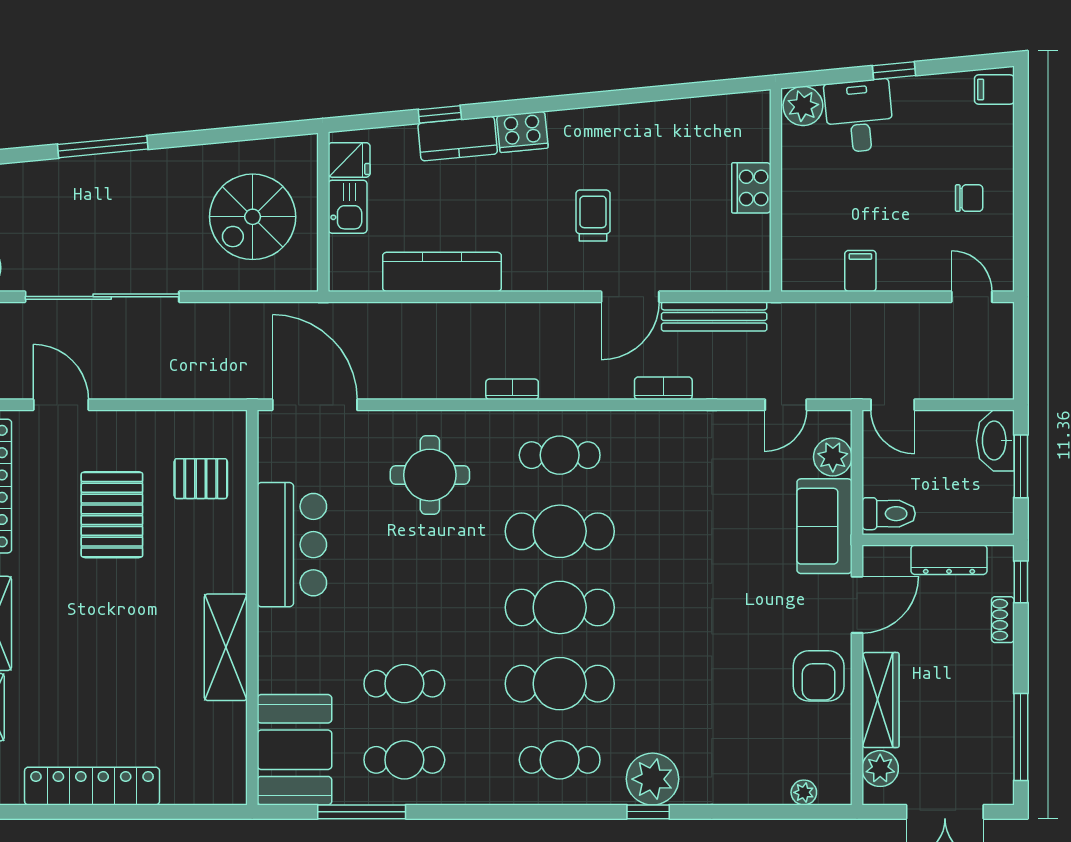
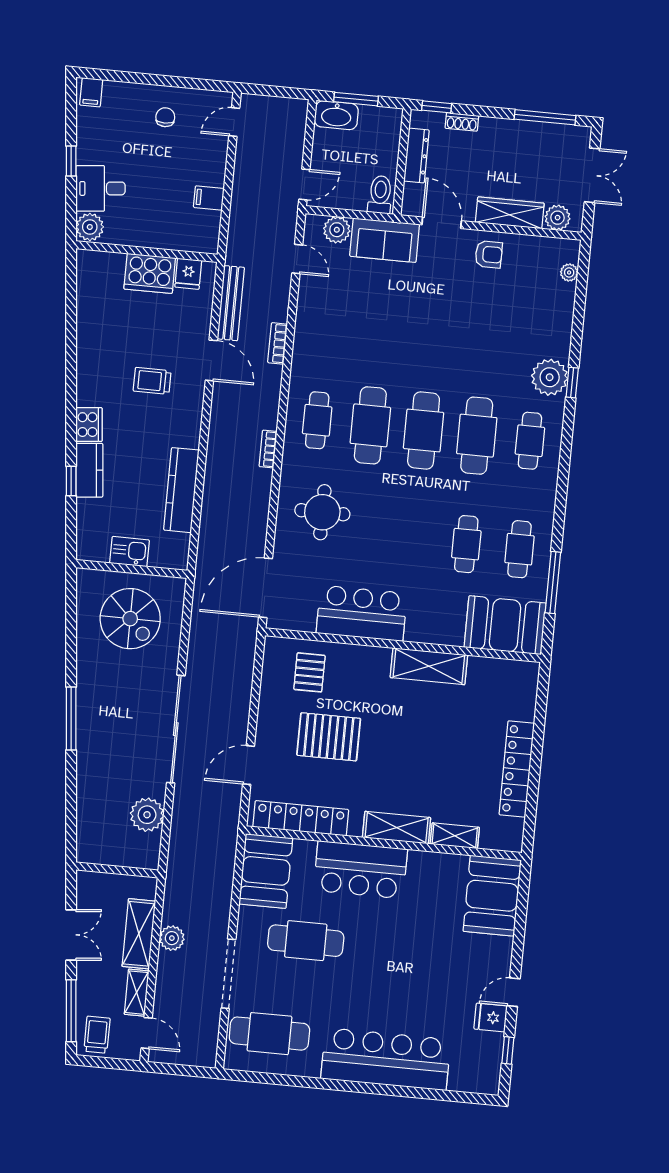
fridge: (349, 160) -> (188, 274), moved, turned 180
cooker: (751, 188) -> (150, 273), width x1.37, depth x1.31
armchair: (819, 676) -> (489, 254), width x0.72, depth x0.72

